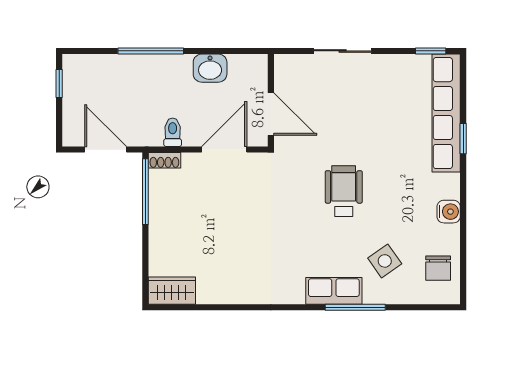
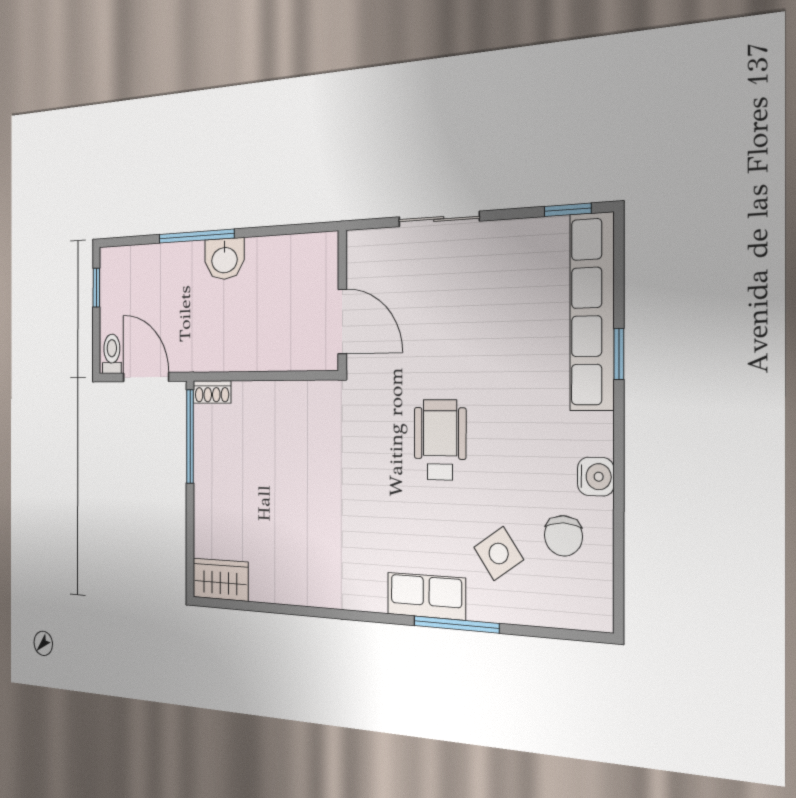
washbasin: (210, 68) -> (224, 259), moved
toilet: (173, 132) -> (112, 354), moved
door: (224, 150) -> (283, 376), removed
chair: (438, 268) -> (563, 536), moved

